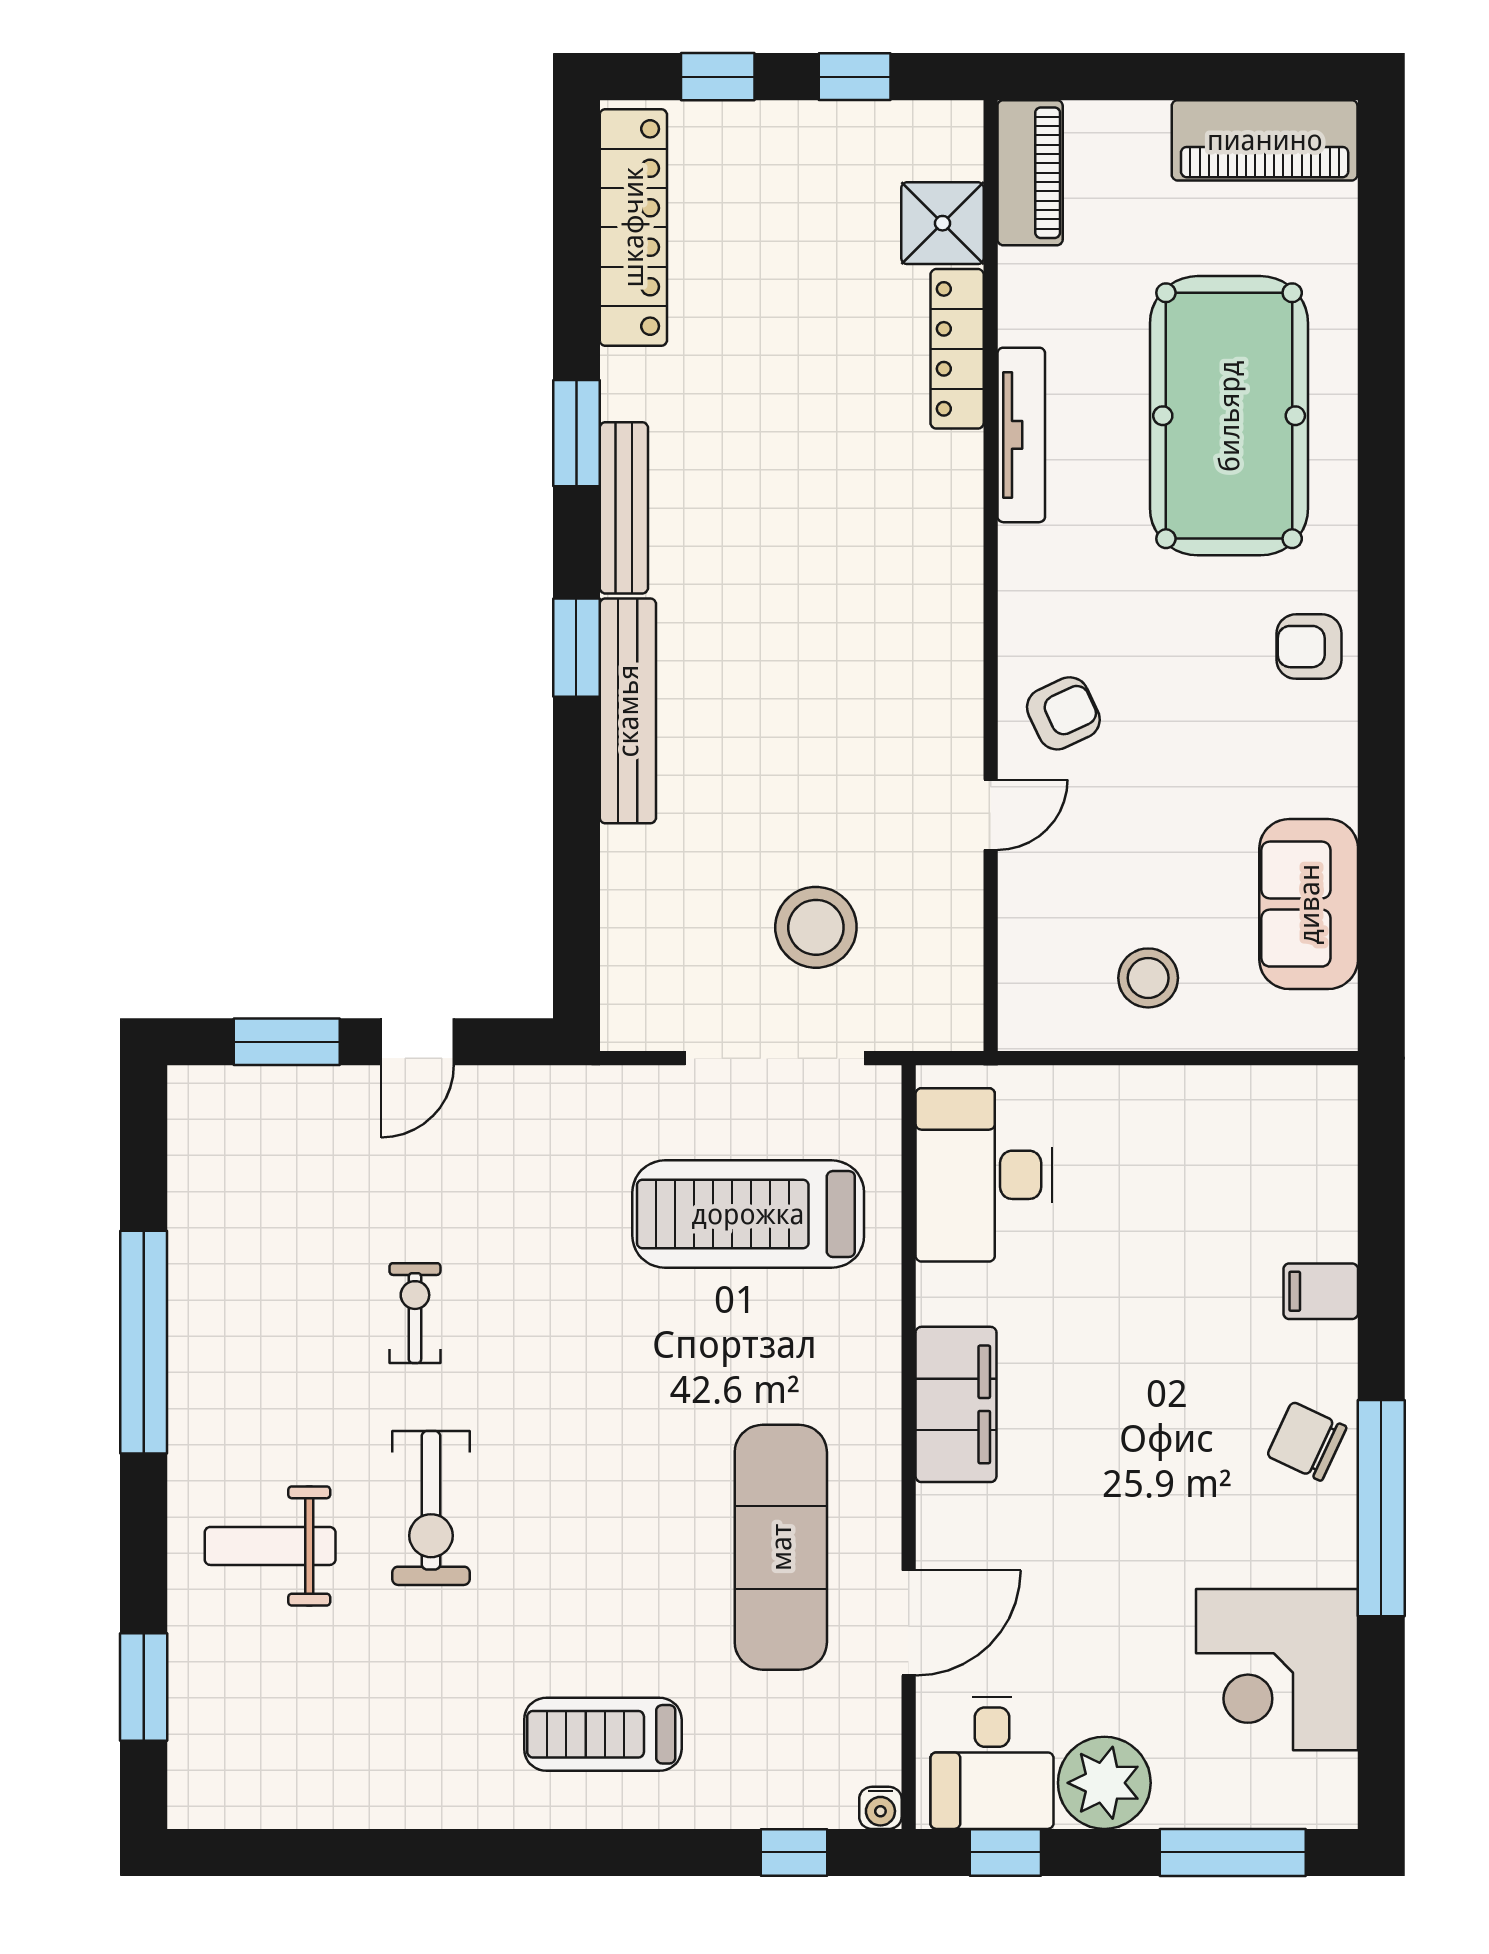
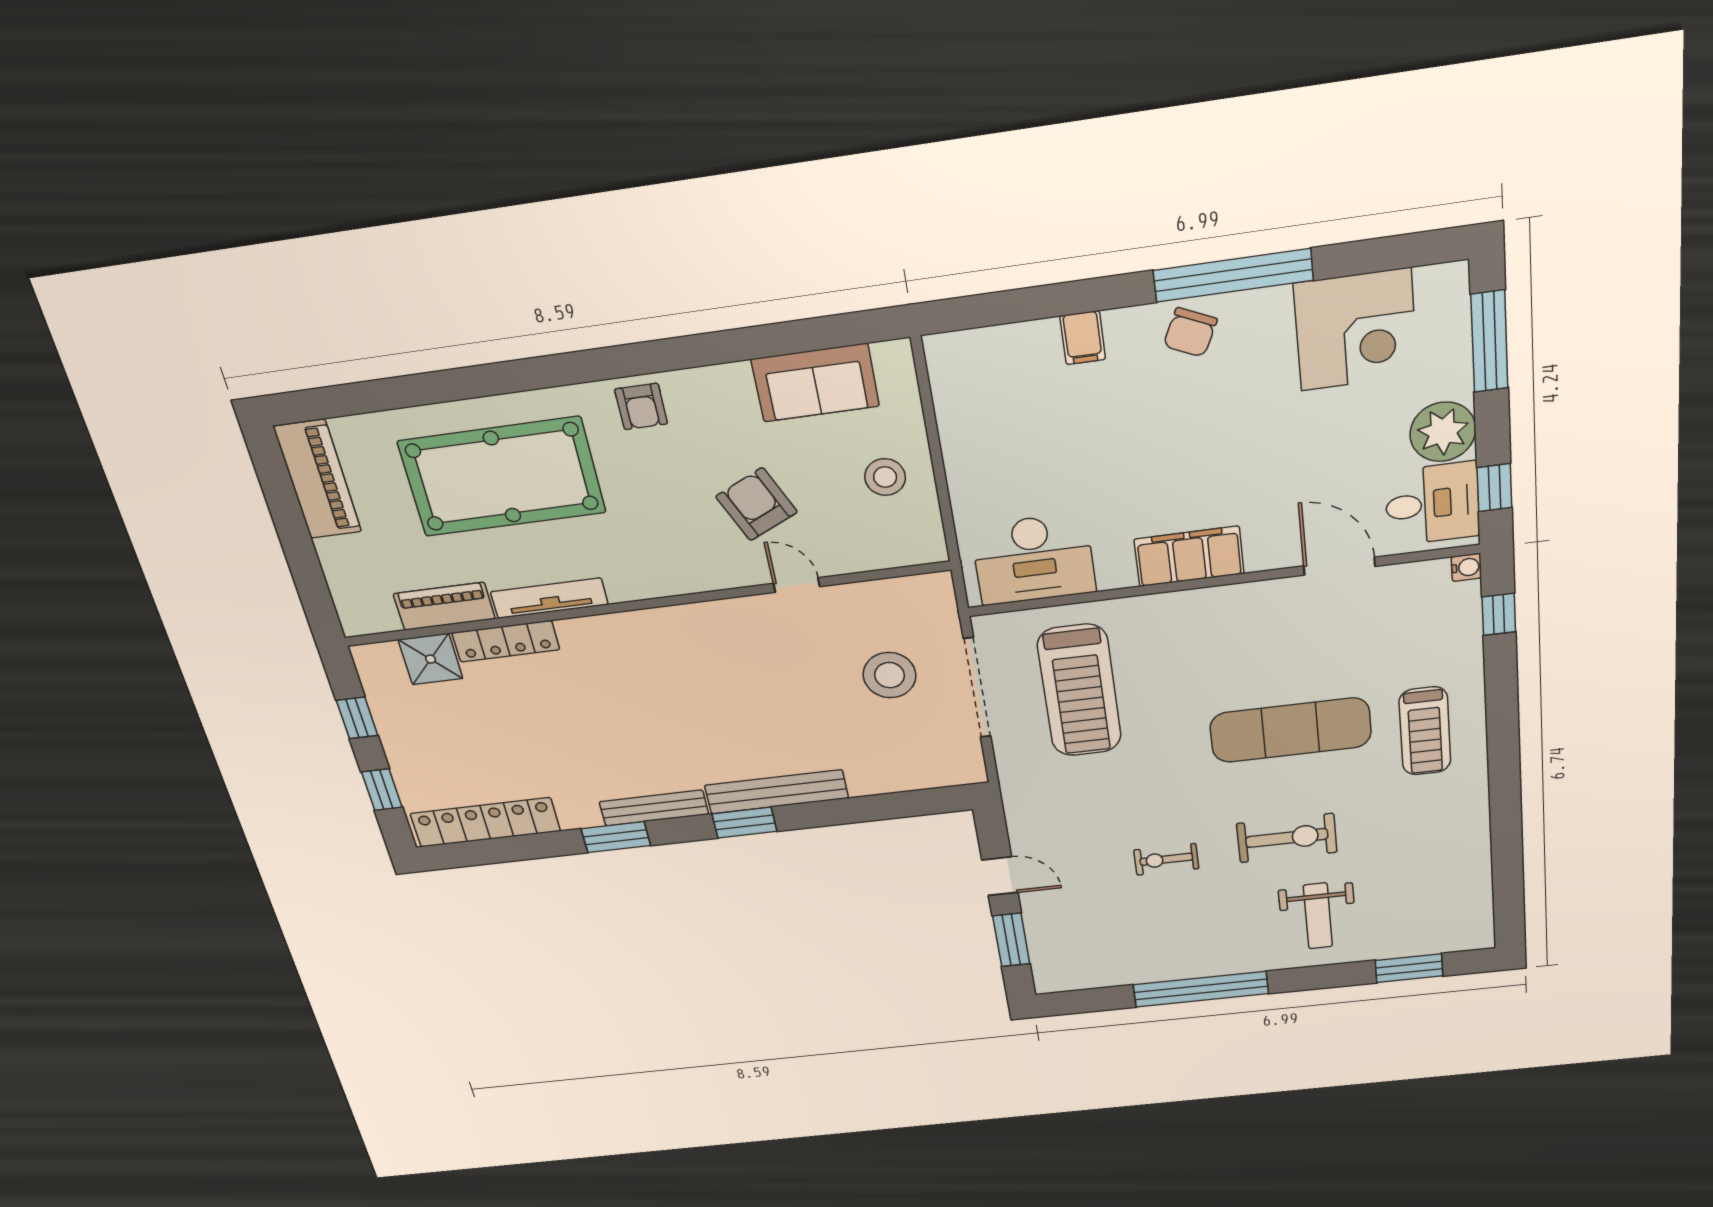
piano: (1030, 173) -> (444, 606), moved
armchair: (1063, 713) -> (757, 504), moved, width x1.38, depth x1.38
exercise mat: (781, 1547) -> (1290, 730), moved

